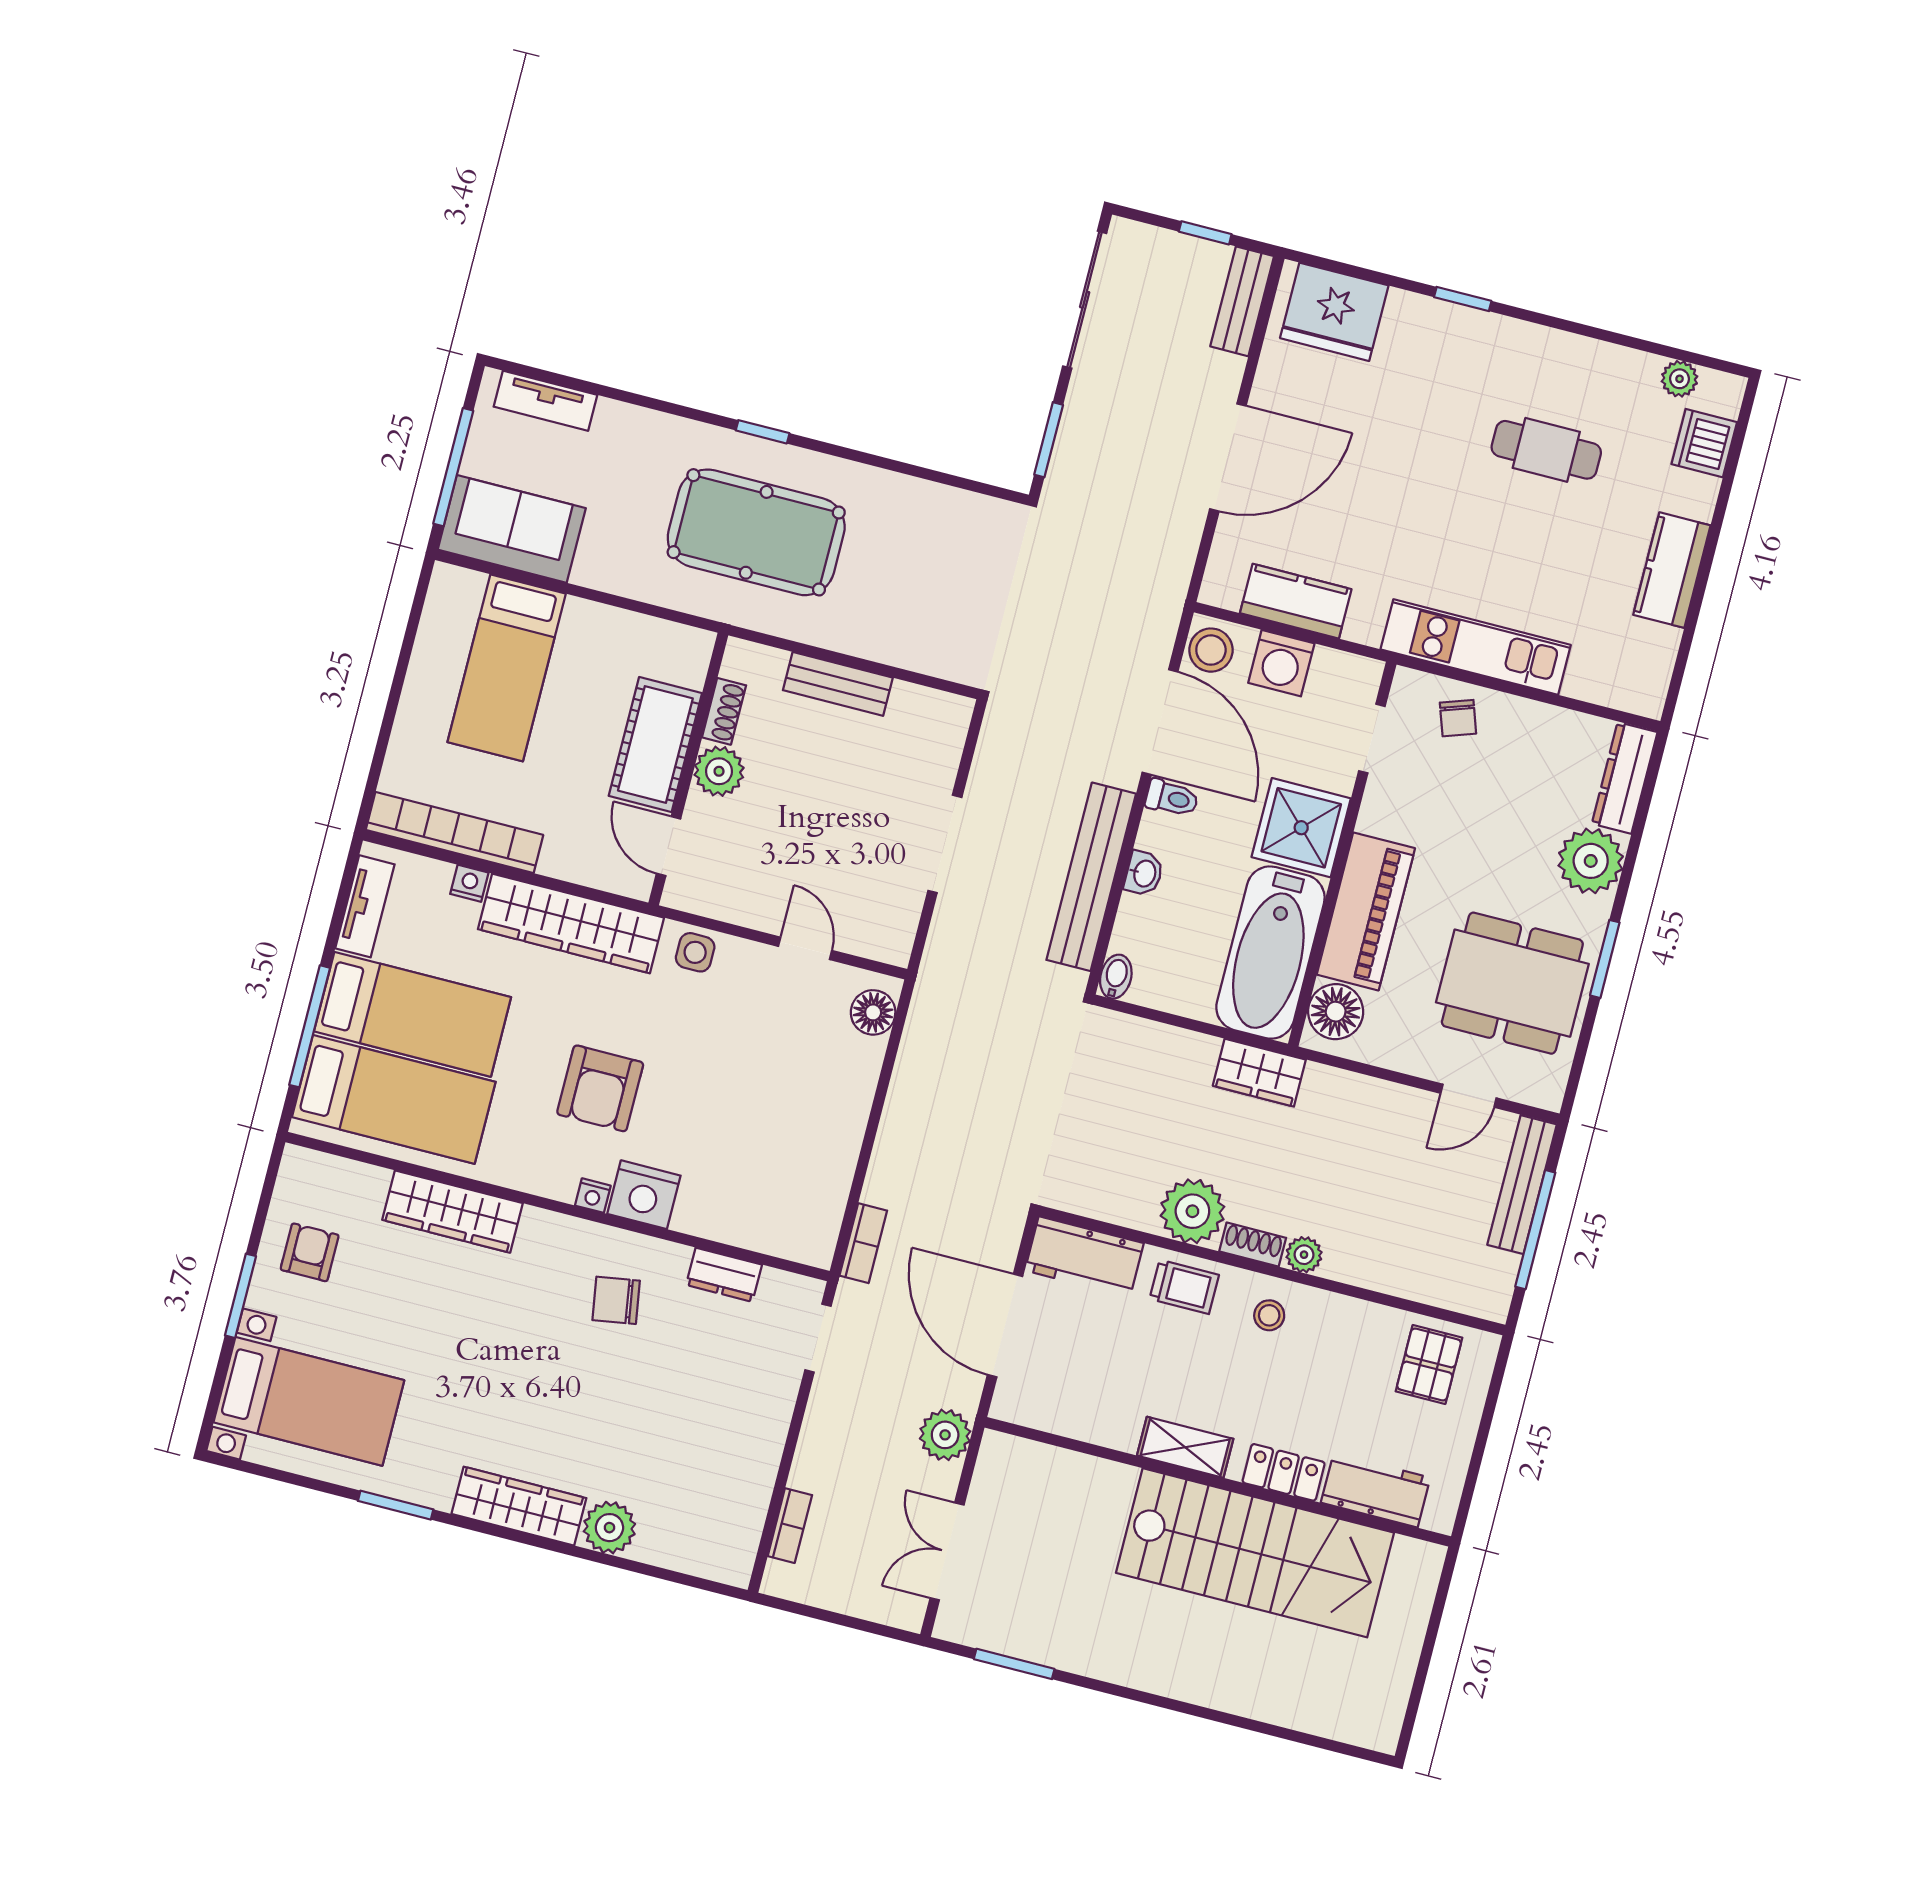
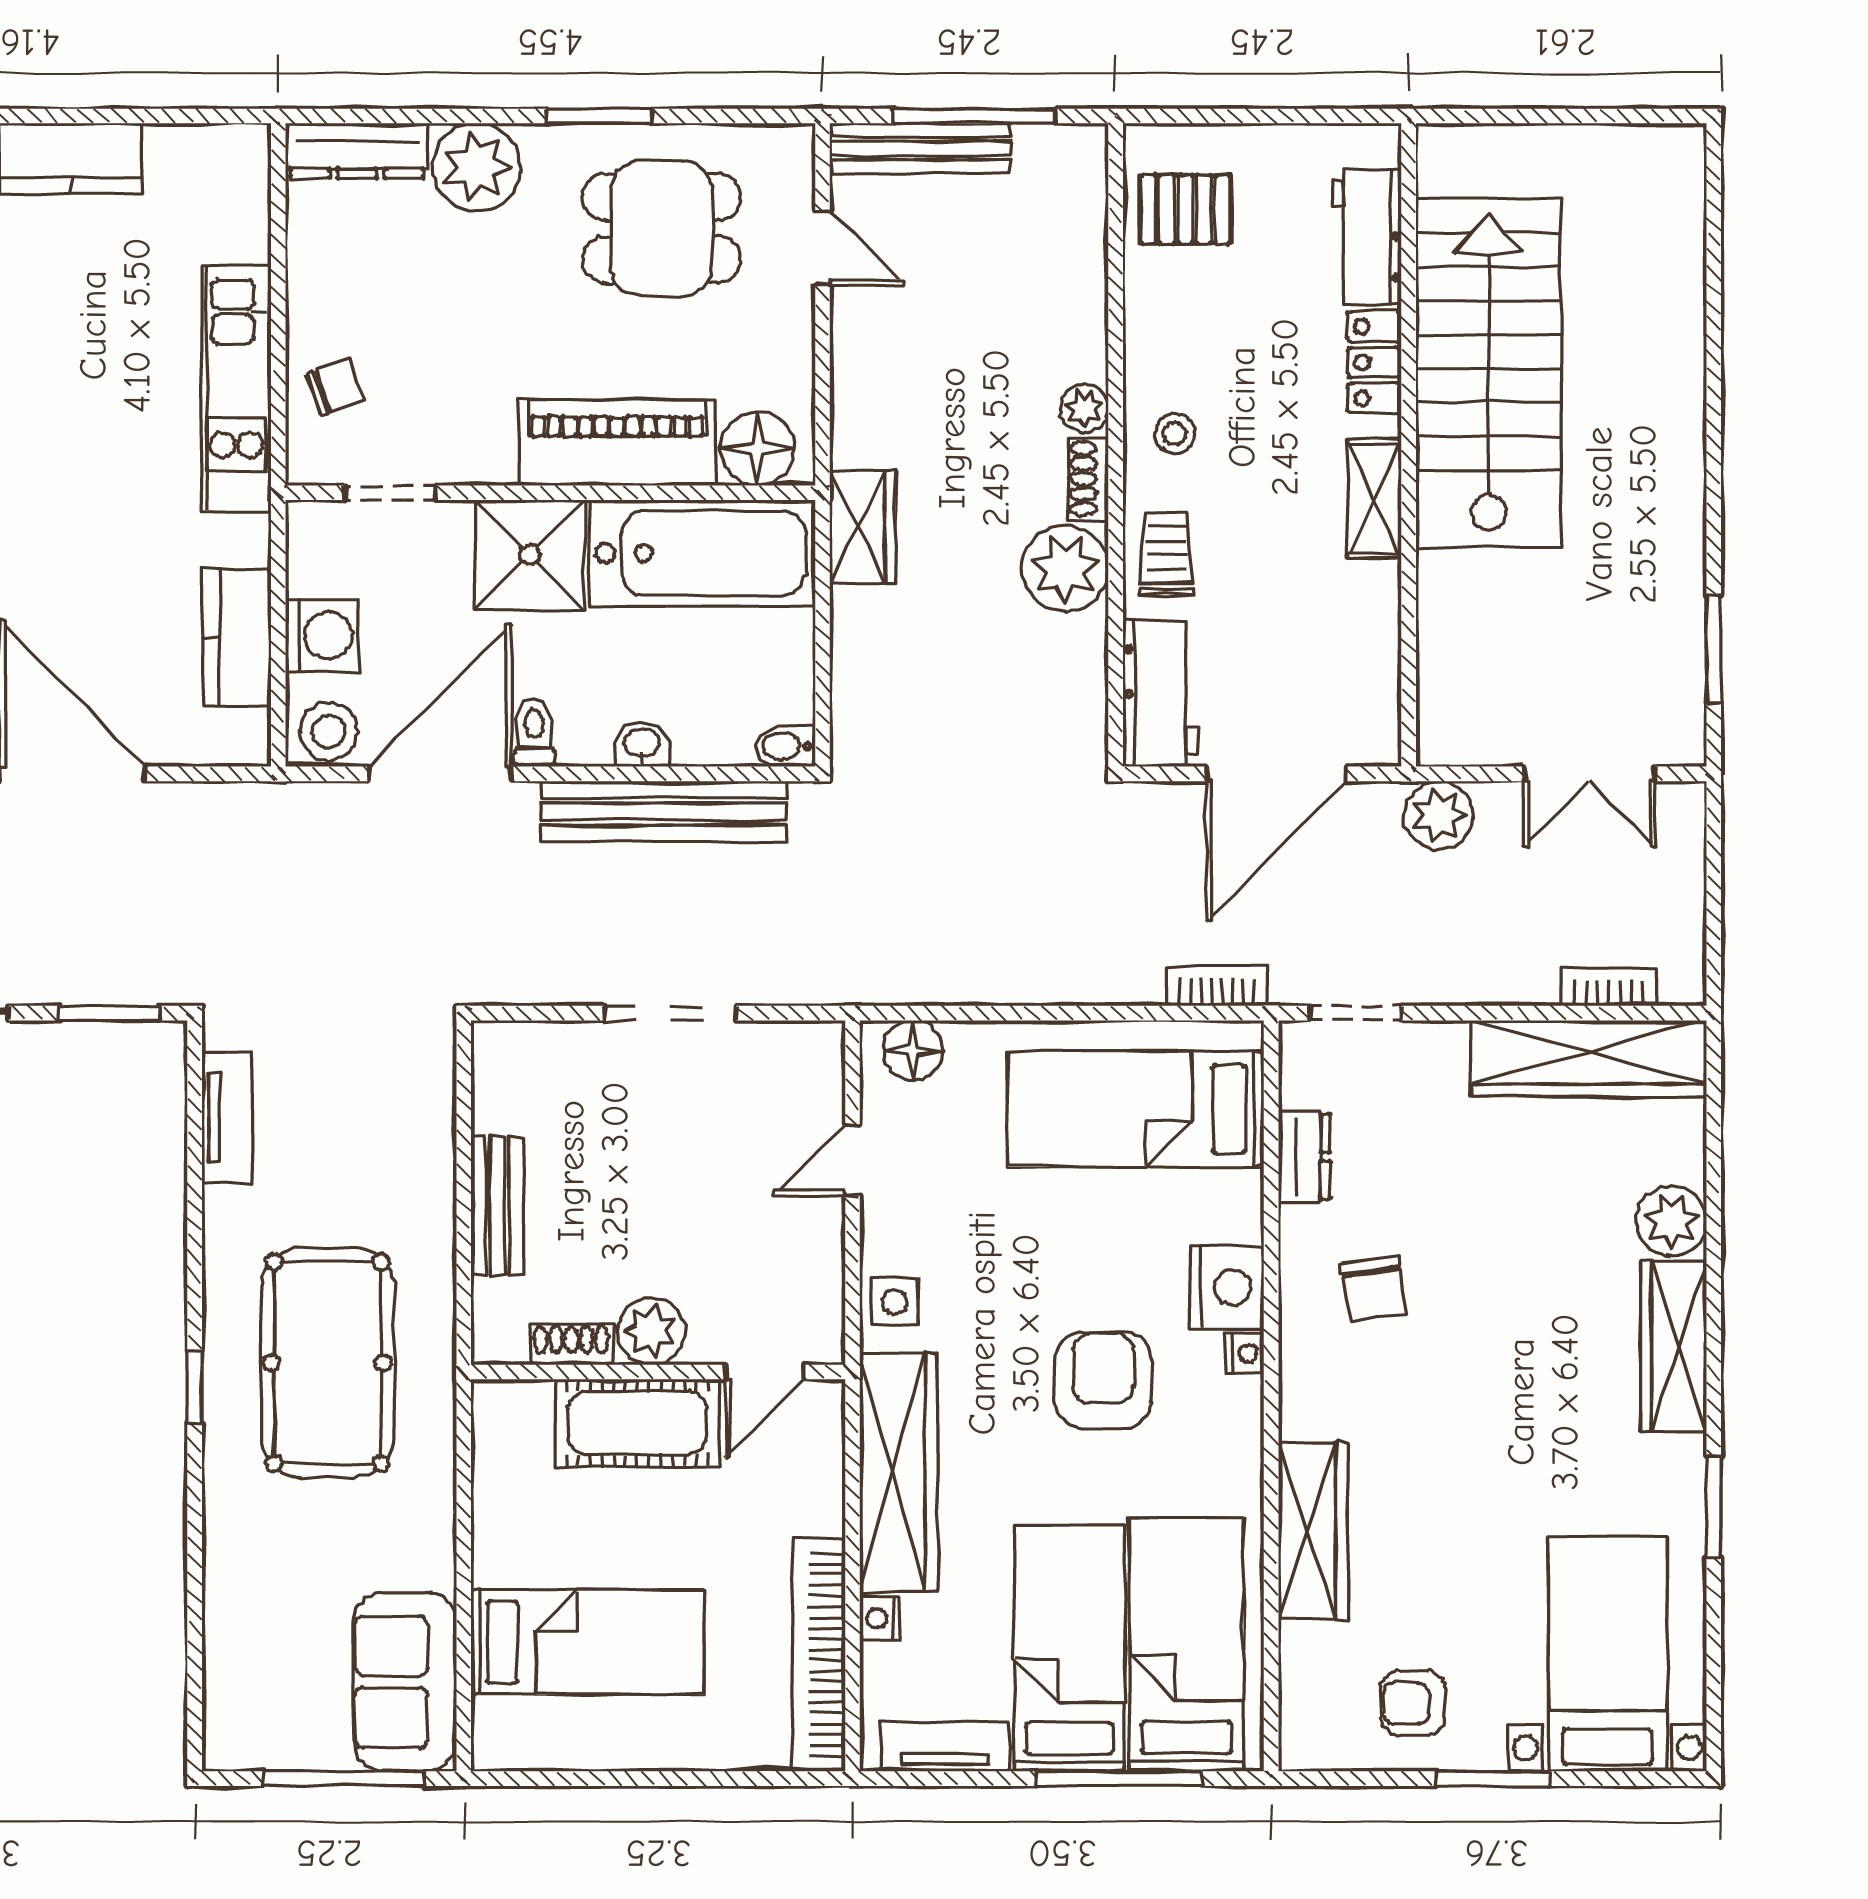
tv unit: (545, 401) -> (227, 1117), moved
dining table: (1512, 983) -> (661, 228), width x0.73
armchair: (600, 1088) -> (1103, 1380), turned -90
bed: (789, 1162) -> (1136, 1109), added
wardrobe: (742, 1498) -> (1589, 1058), added

